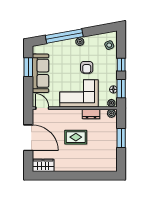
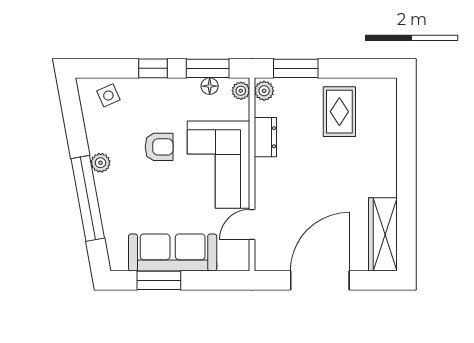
door: (42, 108) -> (252, 225), moved
rug: (76, 137) -> (339, 112), moved
window: (121, 138) -> (296, 68), moved
wardrobe: (43, 165) -> (383, 234), width x1.50

